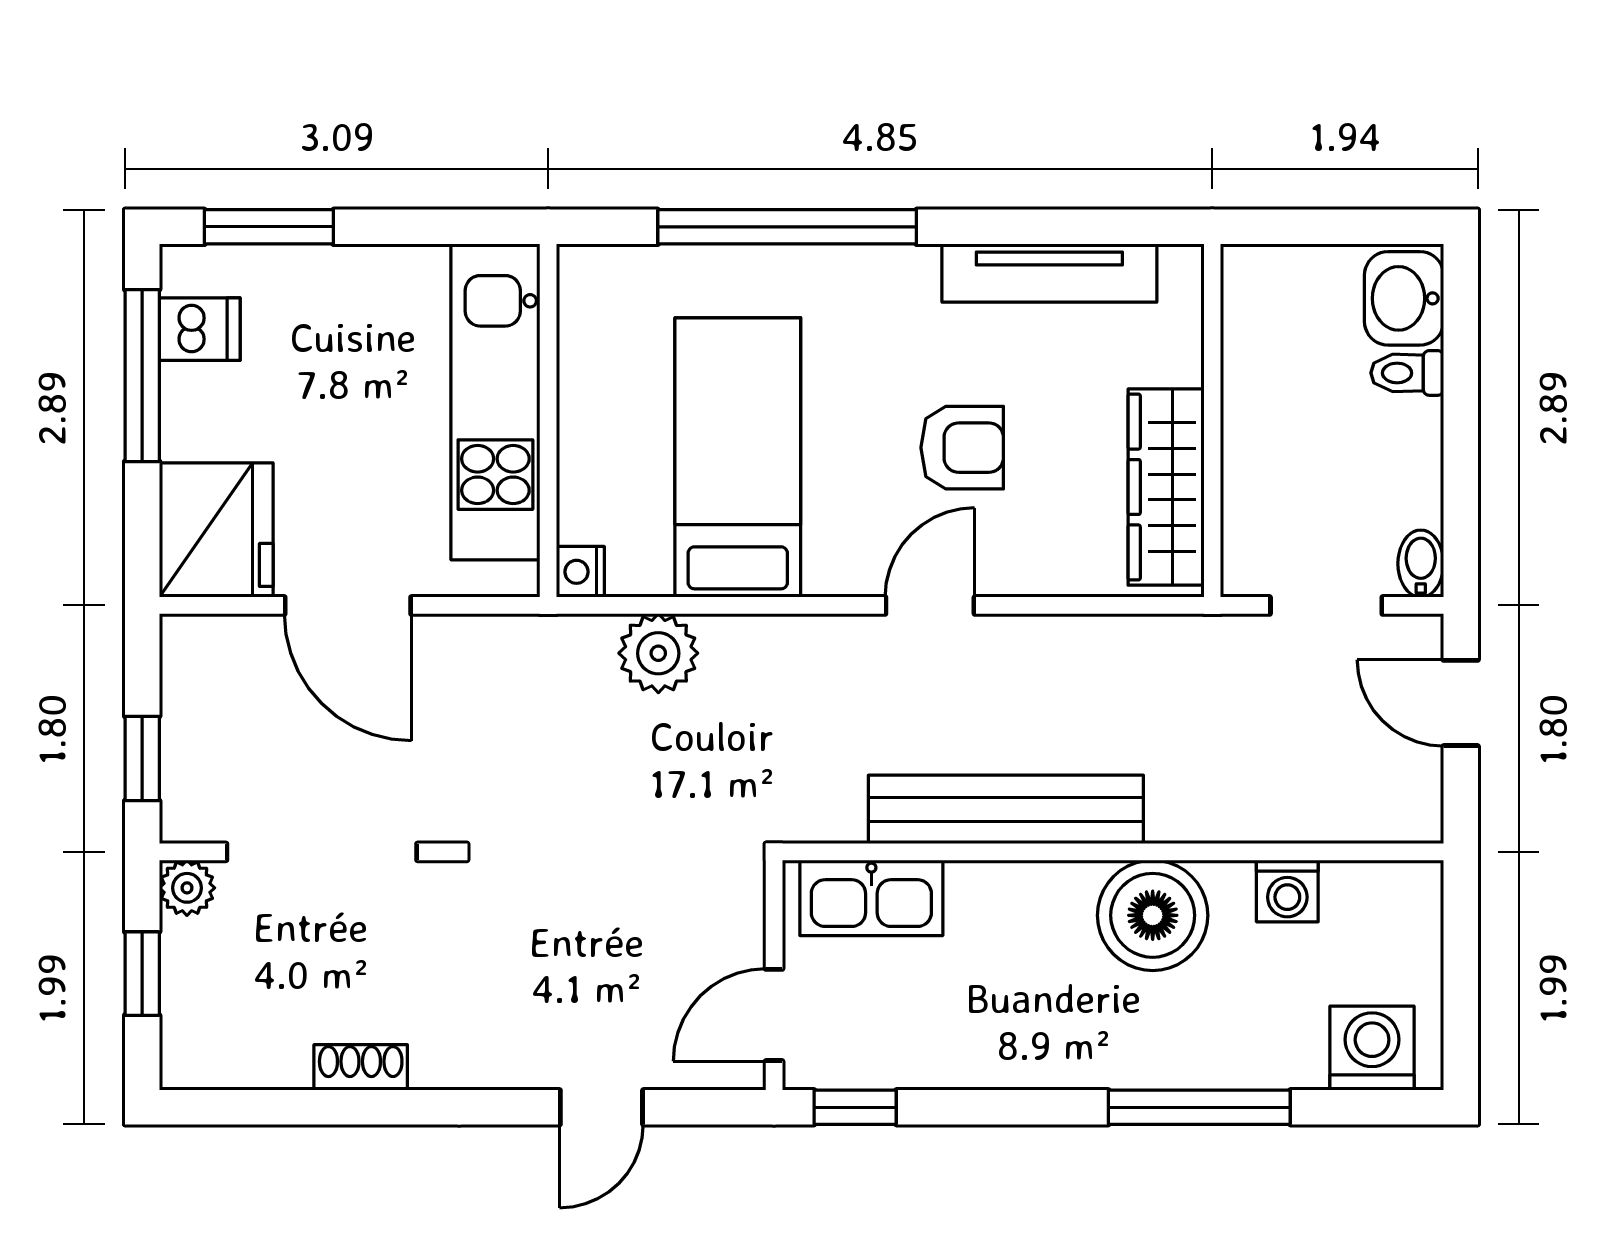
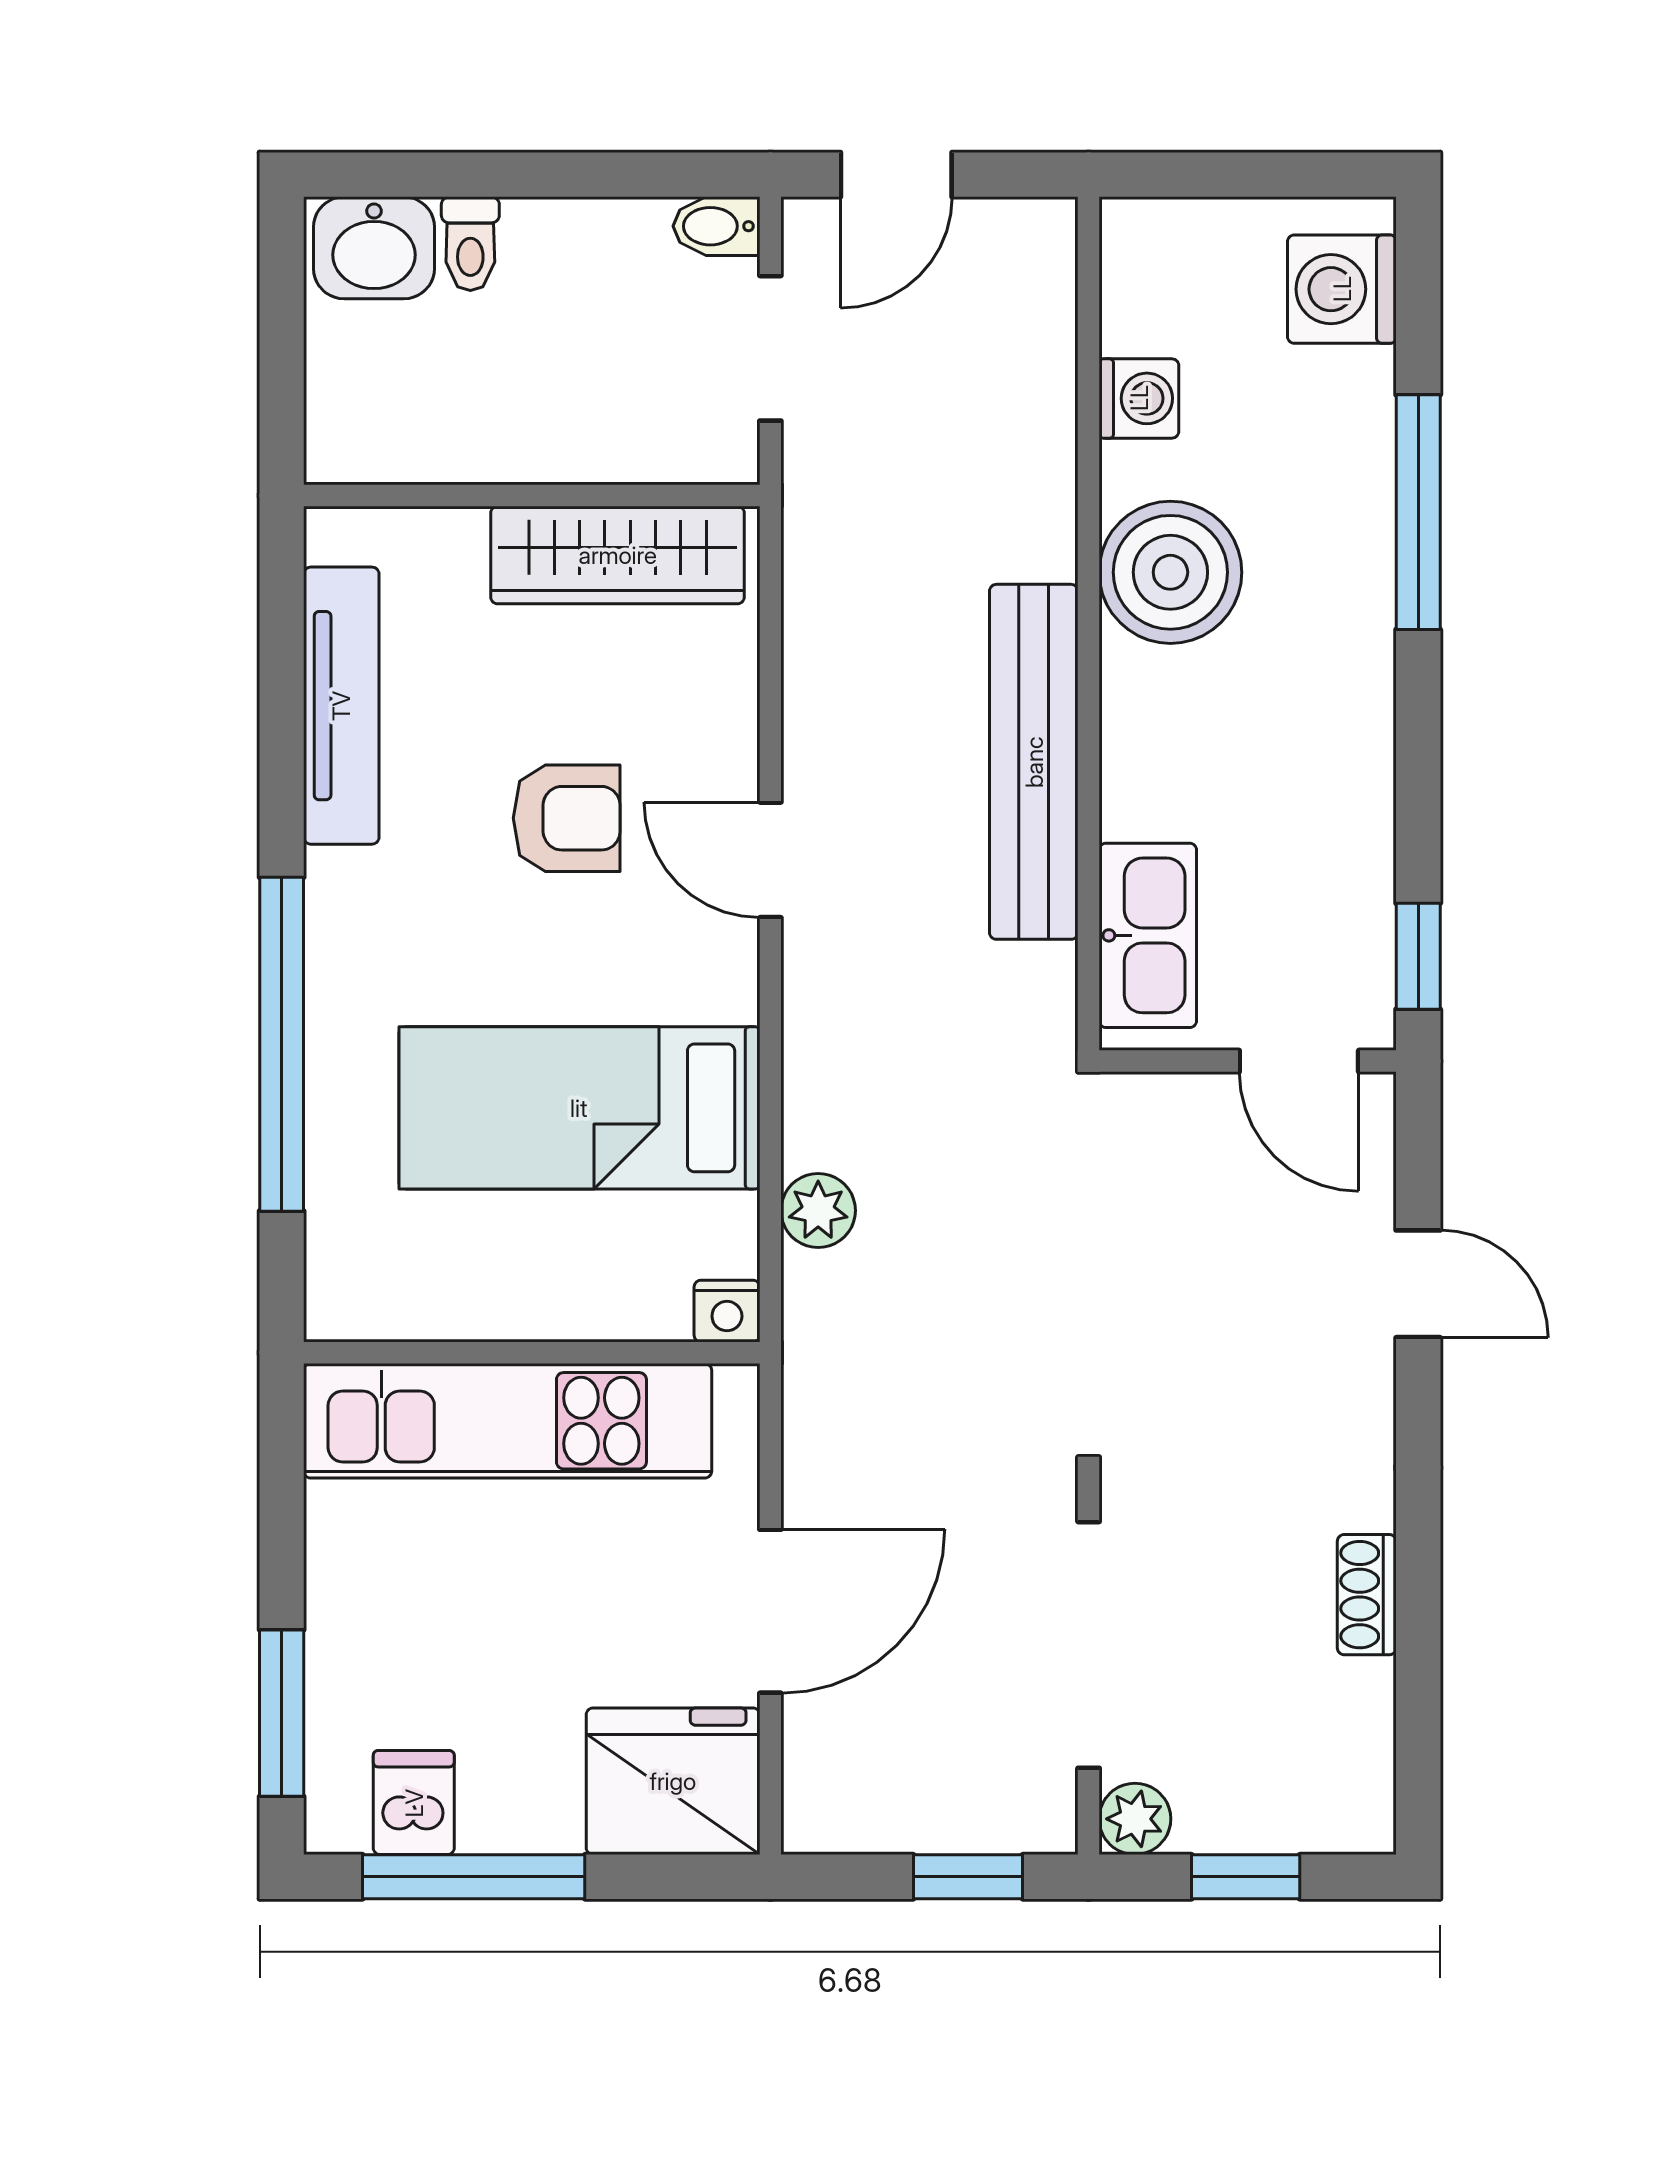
armchair: (962, 448) -> (567, 818), turned 90
plant: (658, 653) -> (818, 1211), width x0.73, depth x0.73

